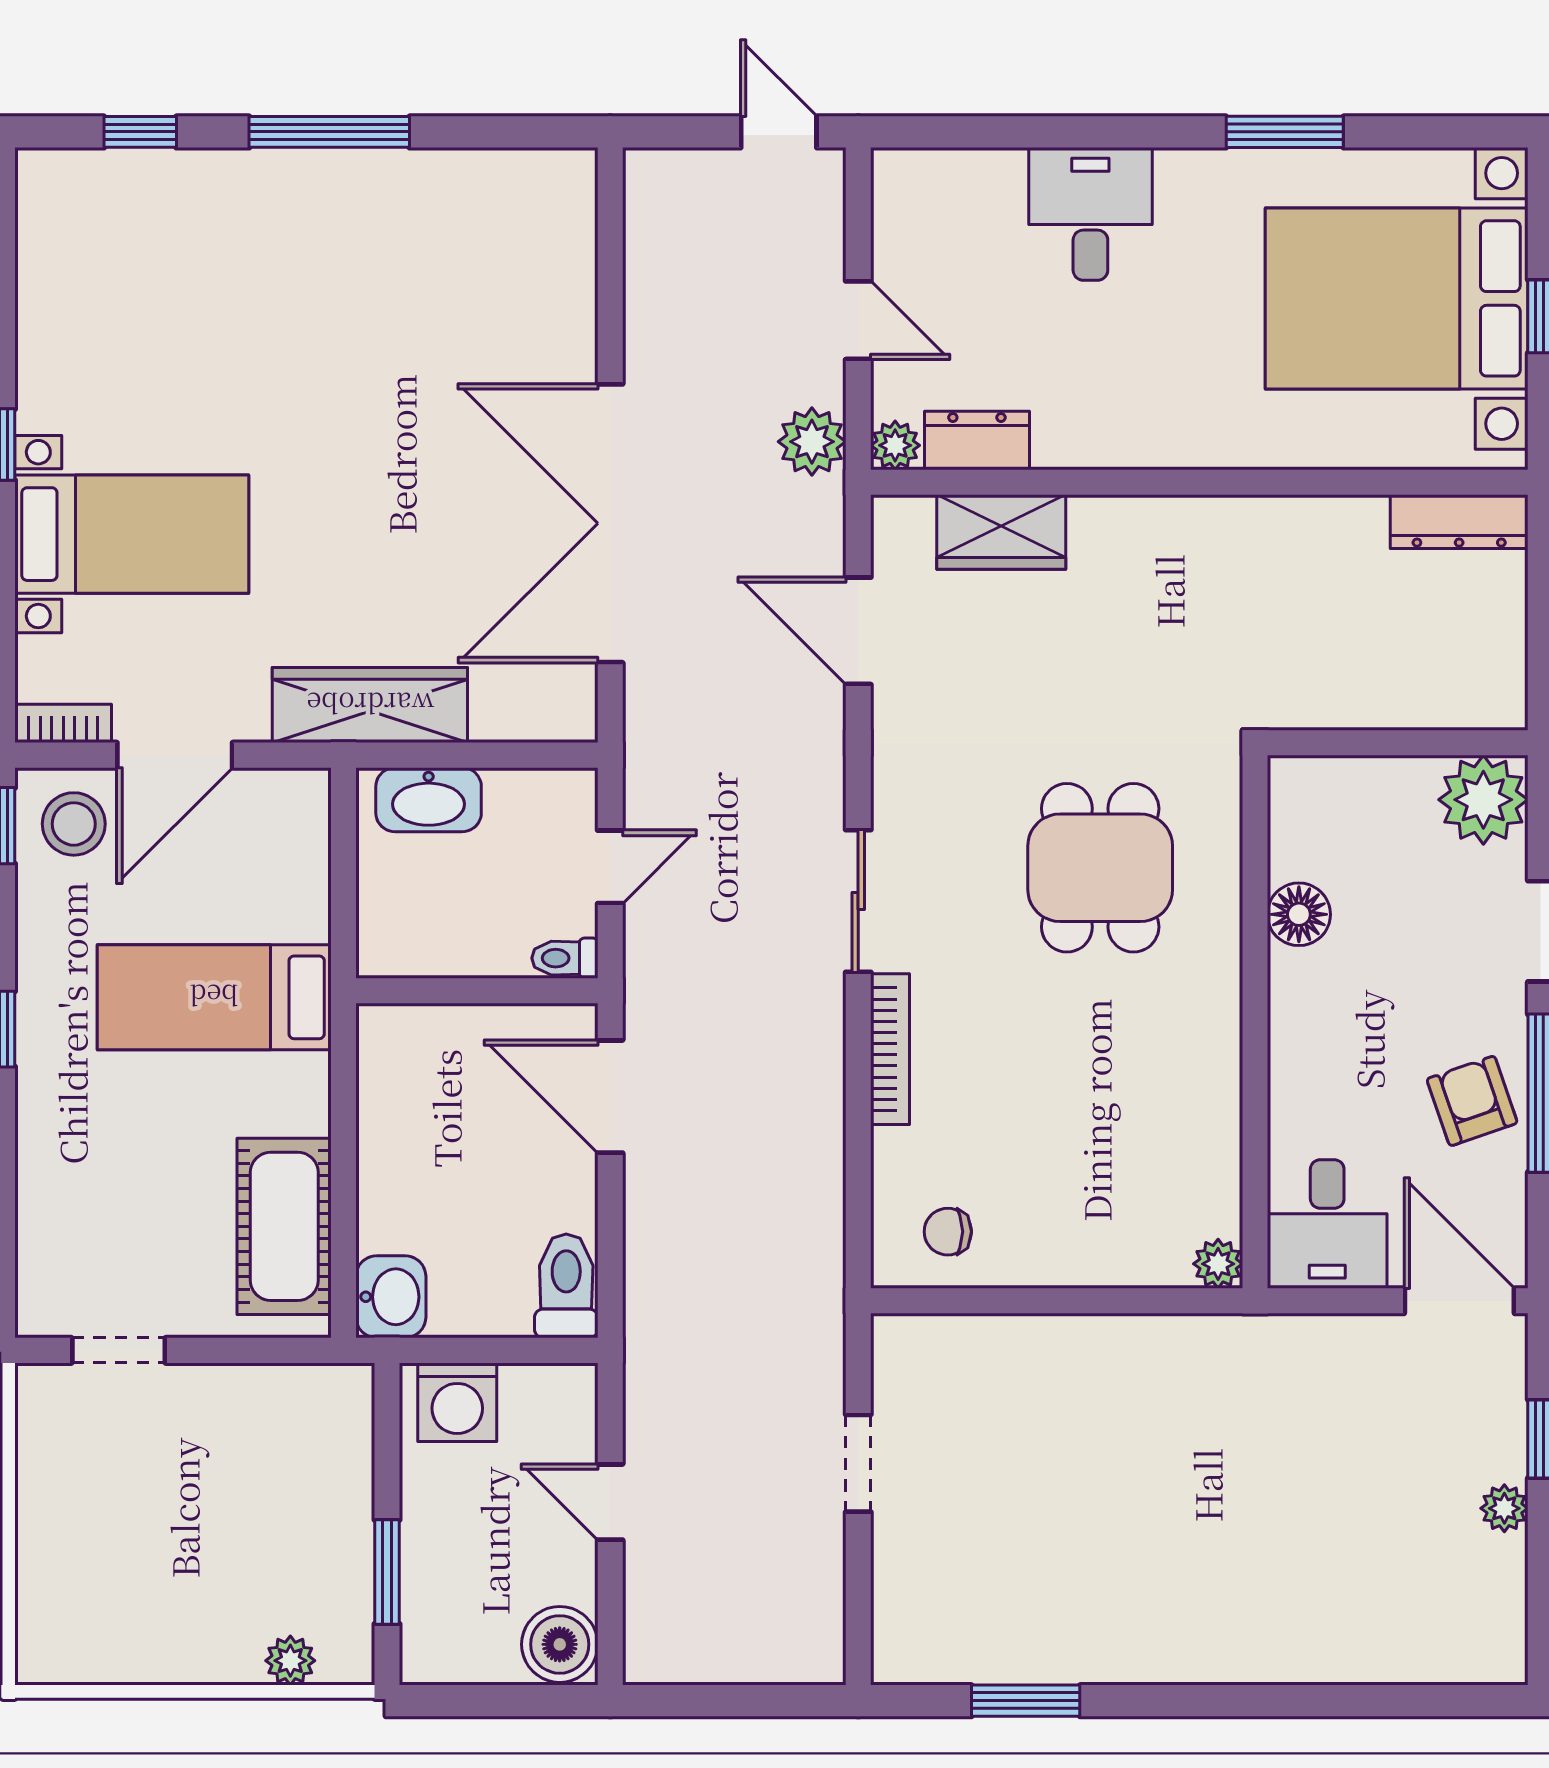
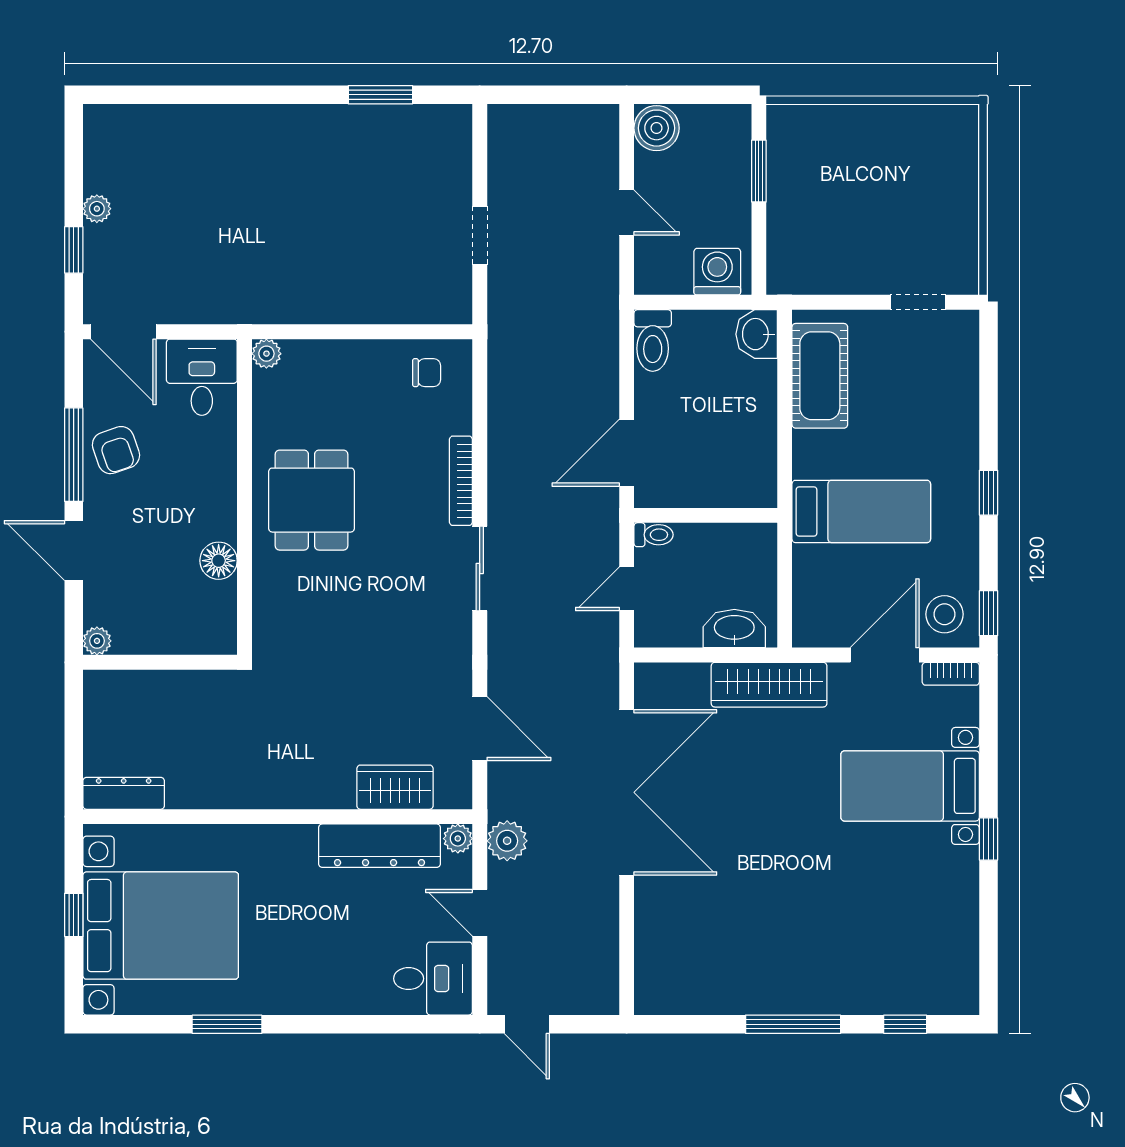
desk: (1090, 214) -> (433, 979), moved, turned -90
dresser: (977, 440) -> (380, 846), width x1.96, depth x1.24
plant: (1483, 800) -> (97, 641), width x0.53, depth x0.53
dining table: (1100, 868) -> (312, 500), moved
door: (610, 1097) -> (627, 453), swing flipped
plant: (290, 1661) -> (816, 119), removed

